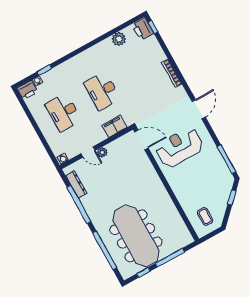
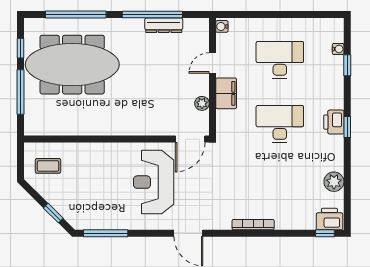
window: (81, 49) -> (347, 127), added
printer: (27, 90) -> (334, 122), moved
filing cabinet: (114, 126) -> (226, 93), moved
reception desk: (179, 147) -> (154, 182), turned 180
plant: (102, 152) -> (202, 103), moved
dresser: (76, 184) -> (164, 25), moved

